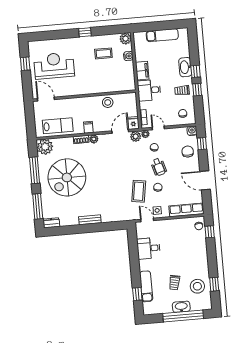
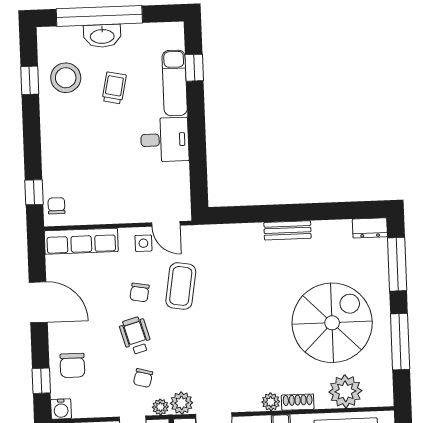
plant: (45, 147) -> (345, 391), moved
desk: (149, 248) -> (165, 140), moved

